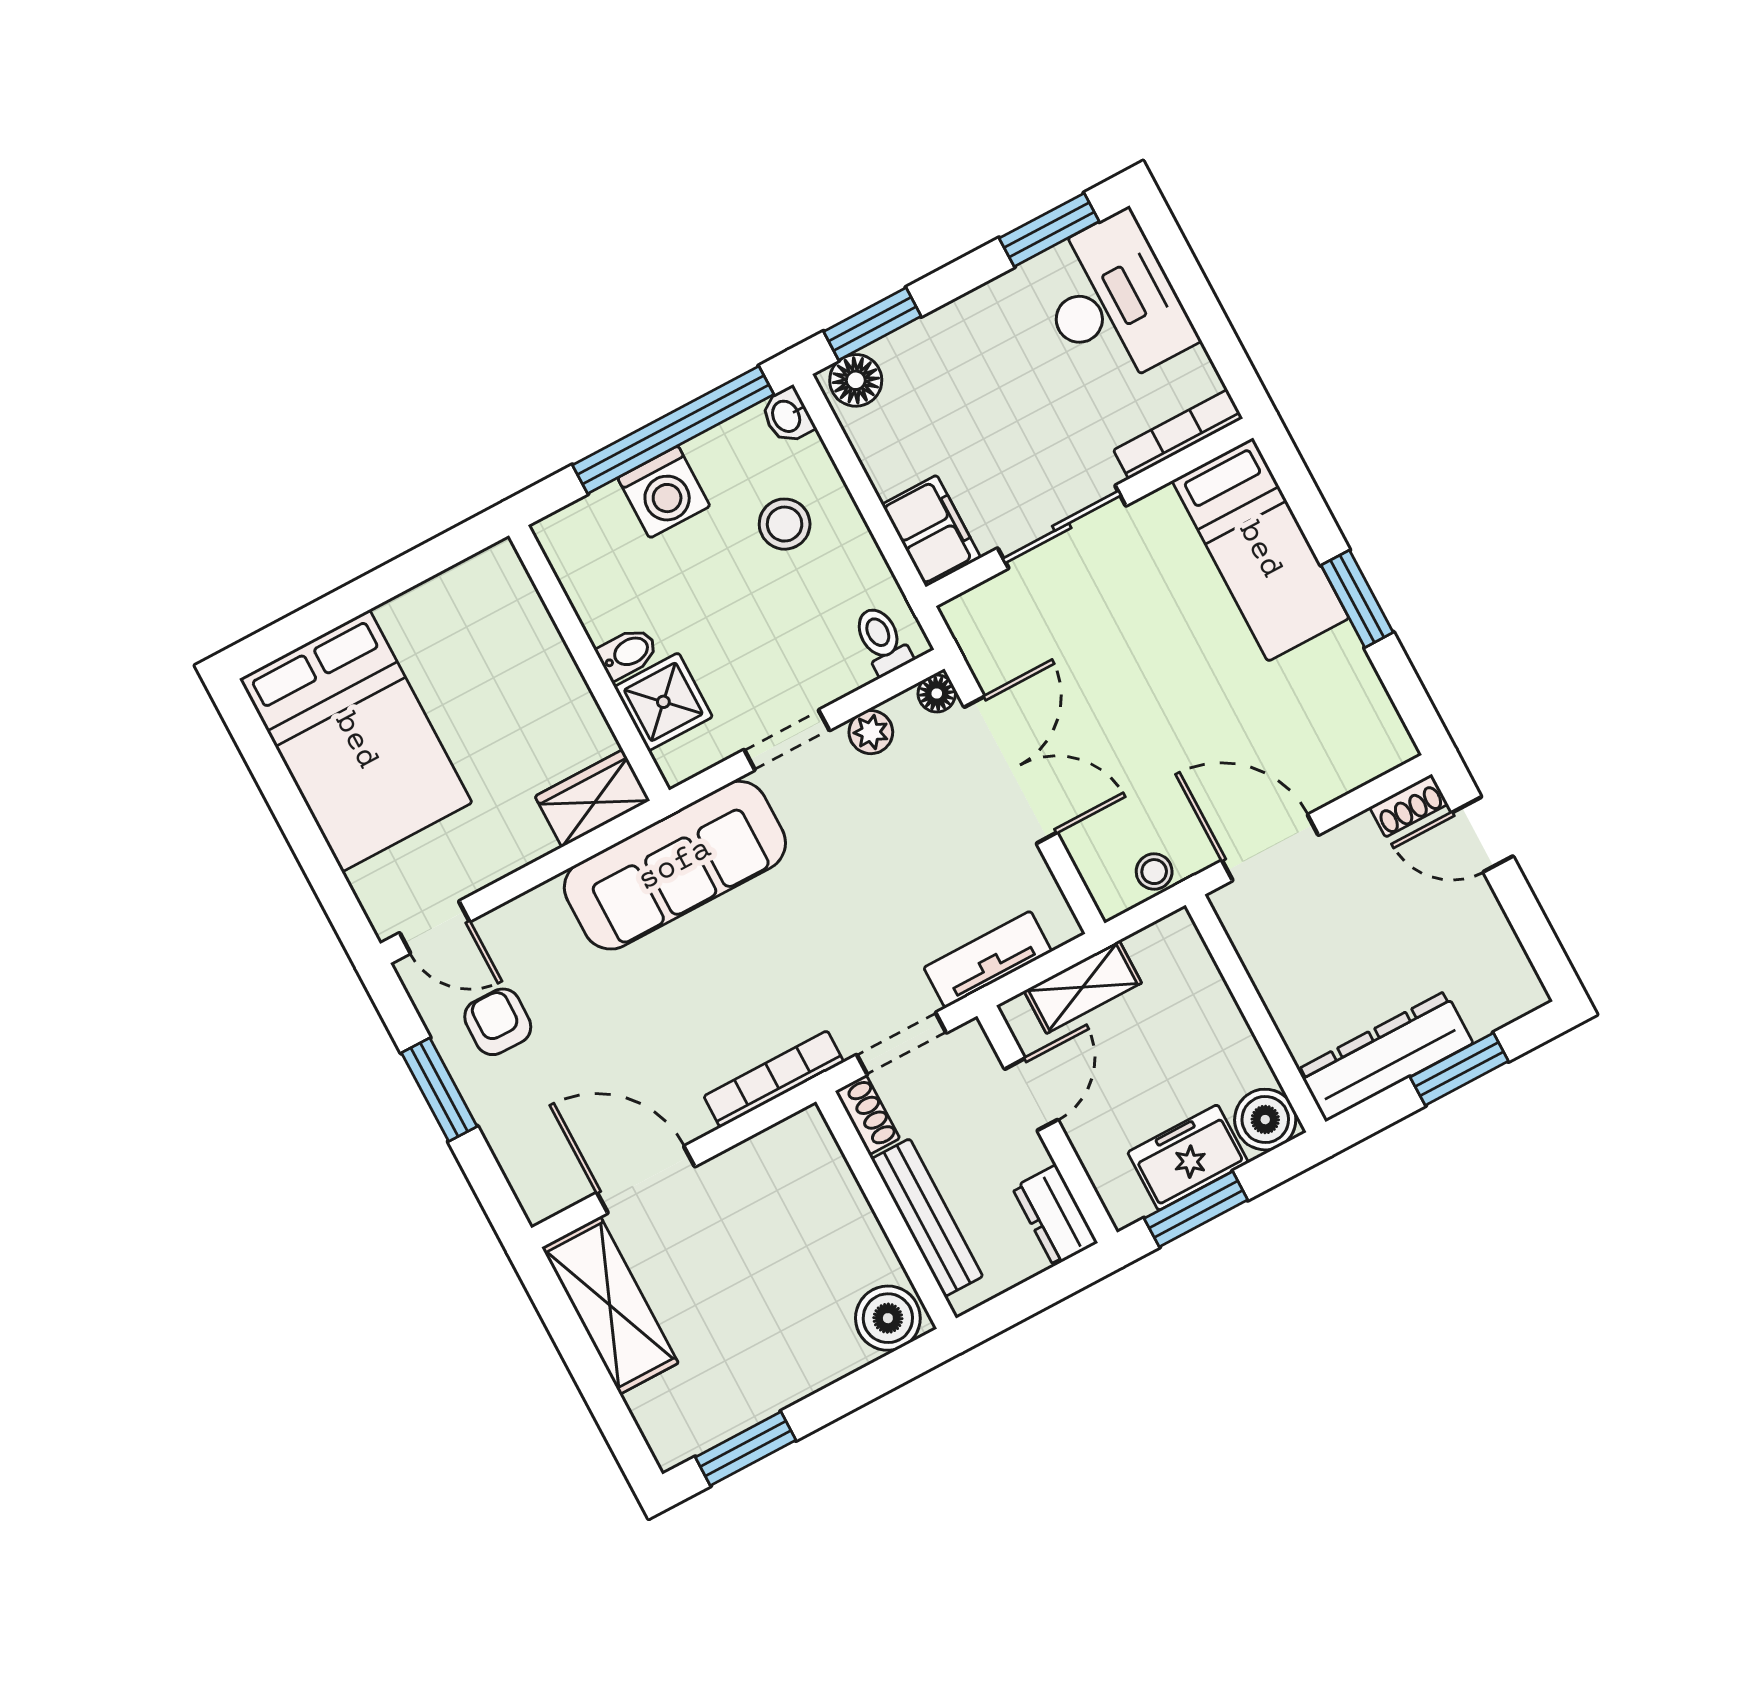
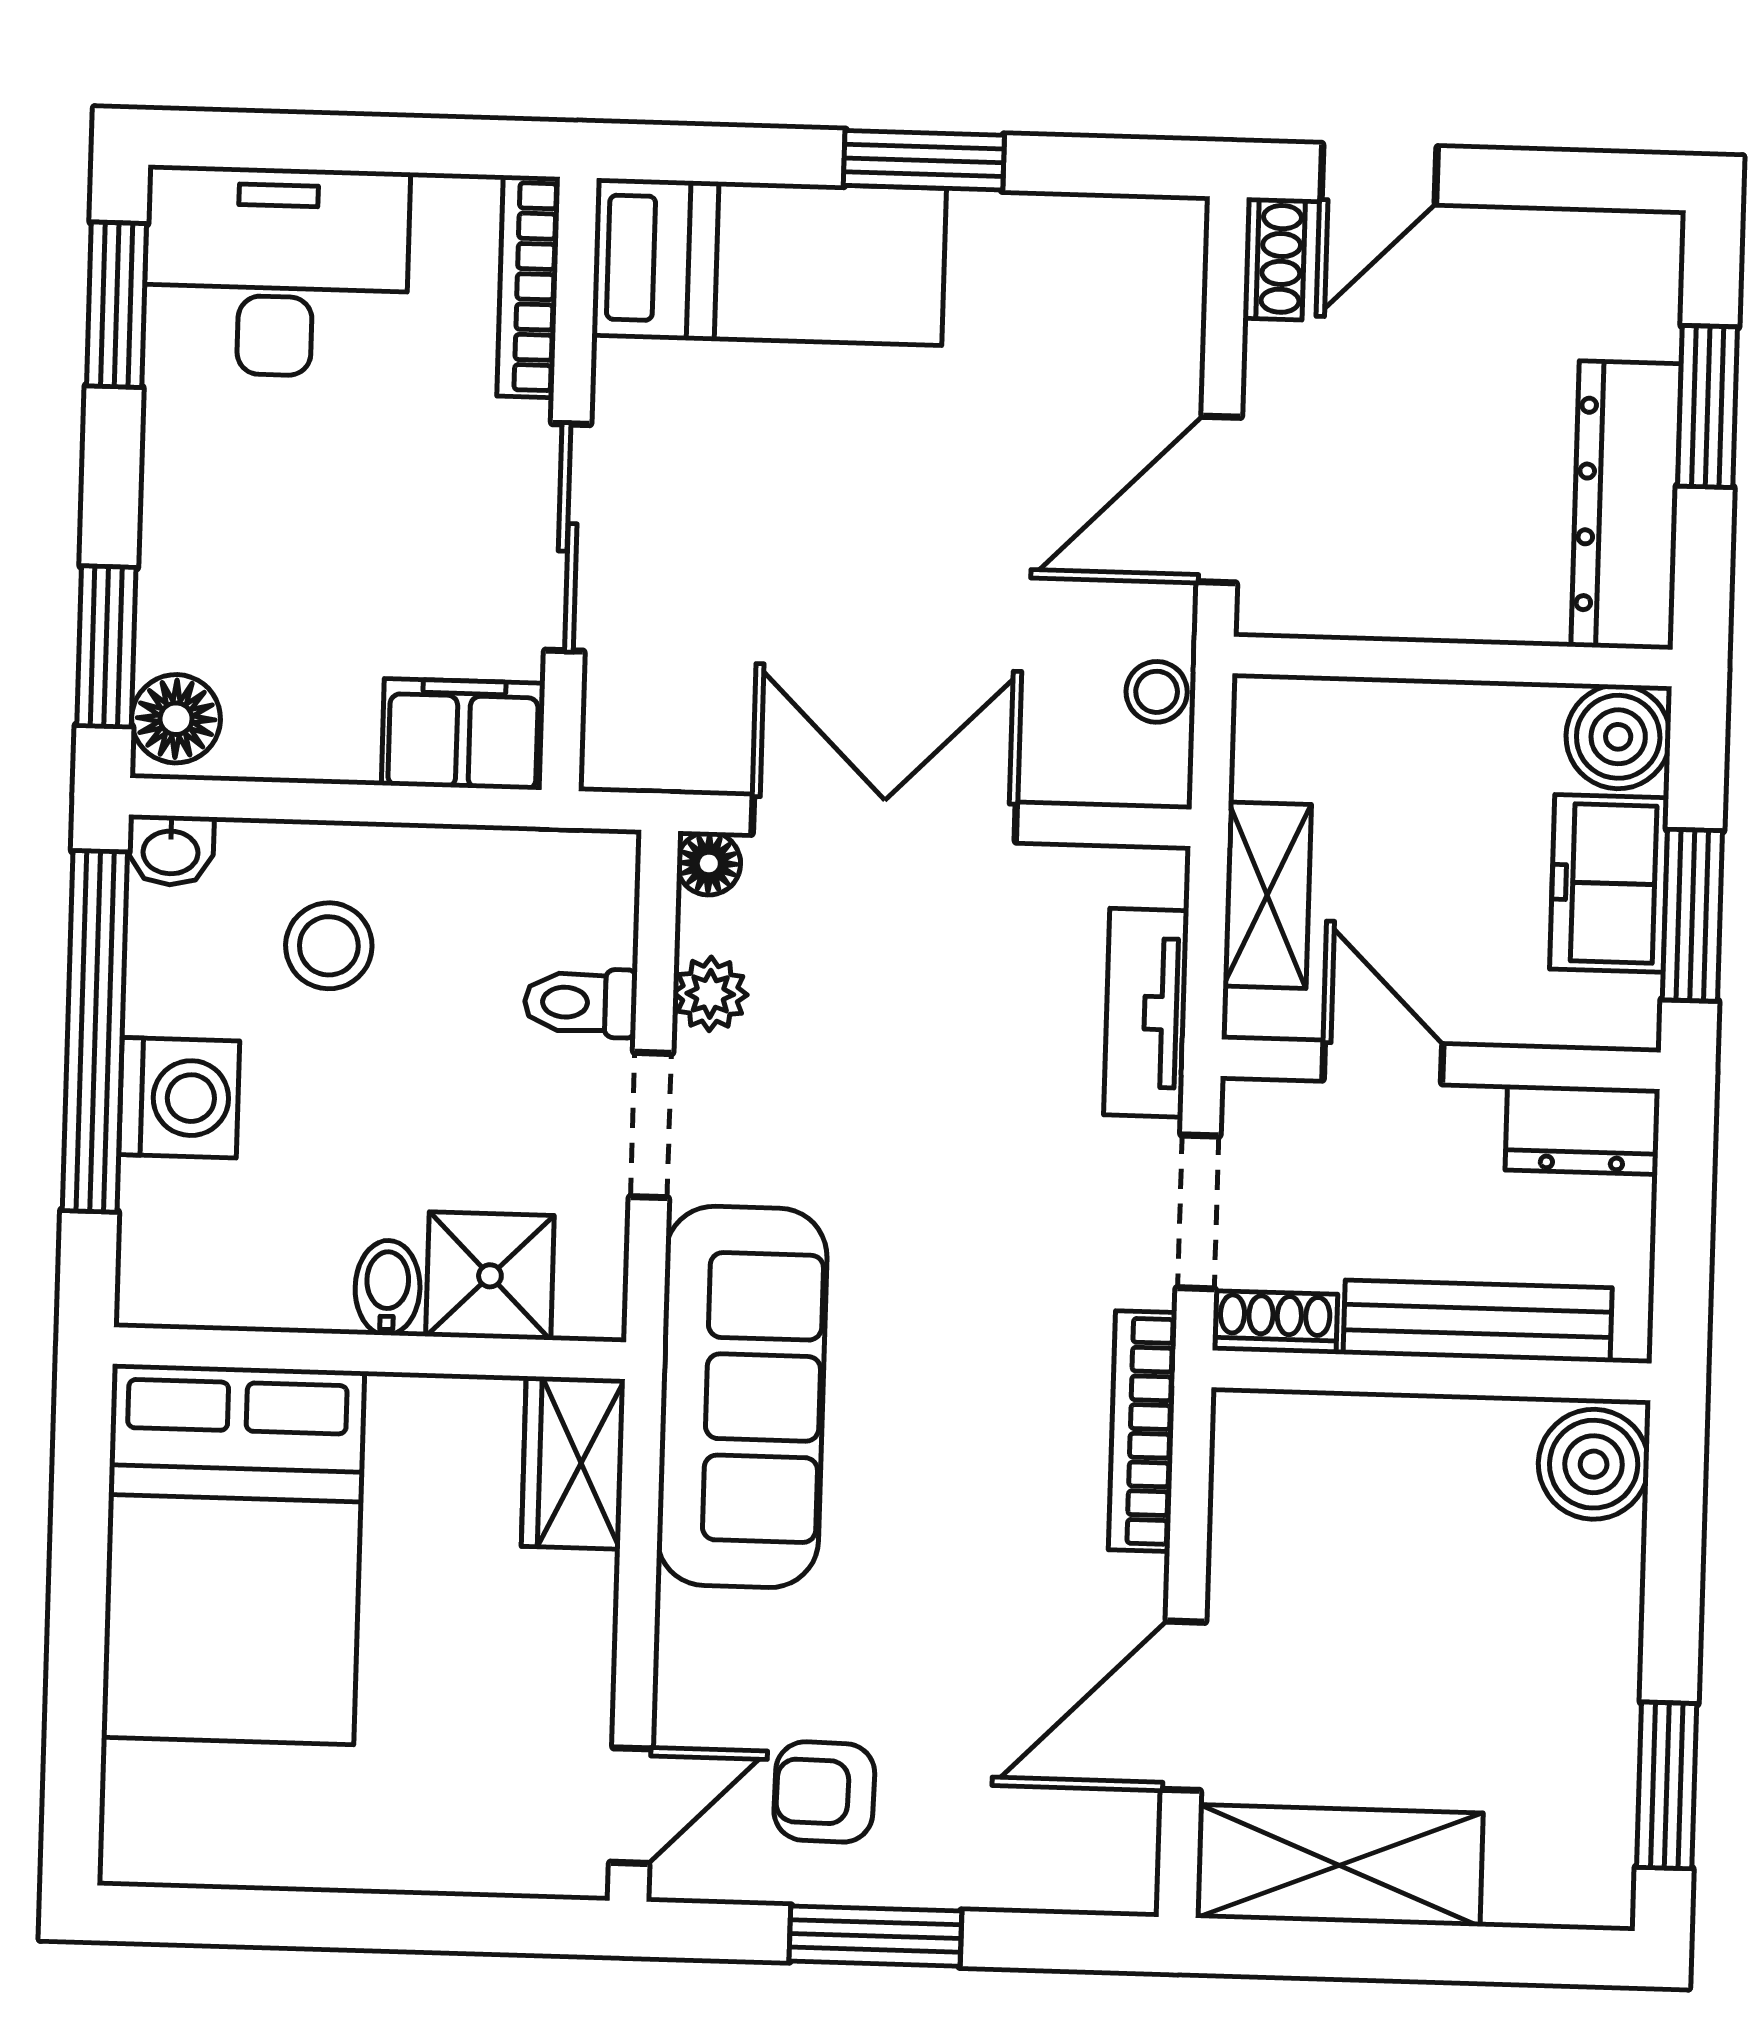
toilet: (882, 640) -> (581, 1003), moved
bed: (356, 741) -> (233, 1554), moved, turned 90

